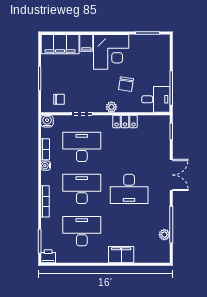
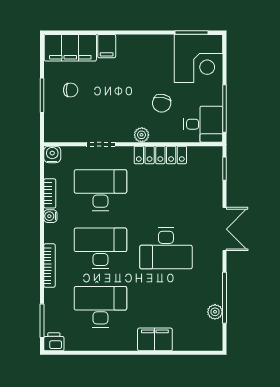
corner desk: (111, 52) -> (198, 58), moved
chair: (59, 99) -> (71, 90), moved
locker: (125, 121) -> (160, 155), width x1.53

